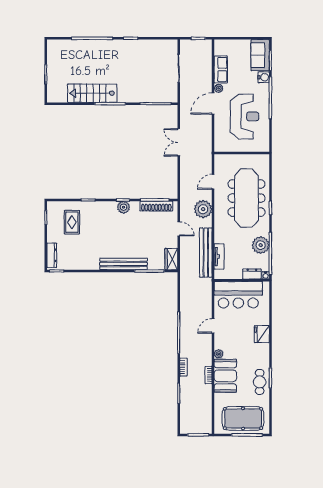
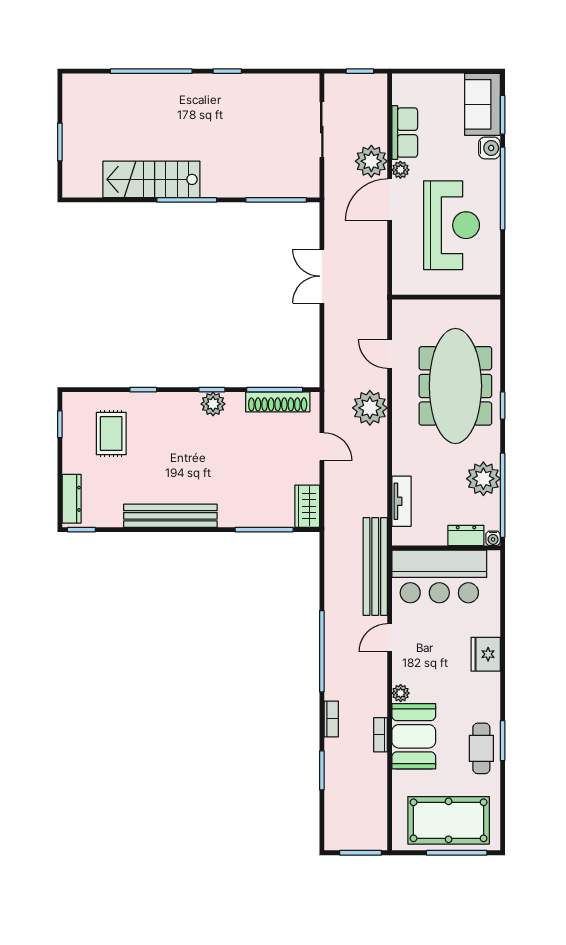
plant: (204, 84) -> (371, 161), added
door: (213, 182) -> (390, 354), hinge flipped
bench: (206, 253) -> (375, 566), moved
bench: (124, 264) -> (170, 516), moved

